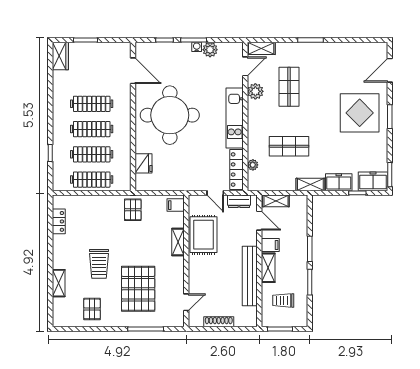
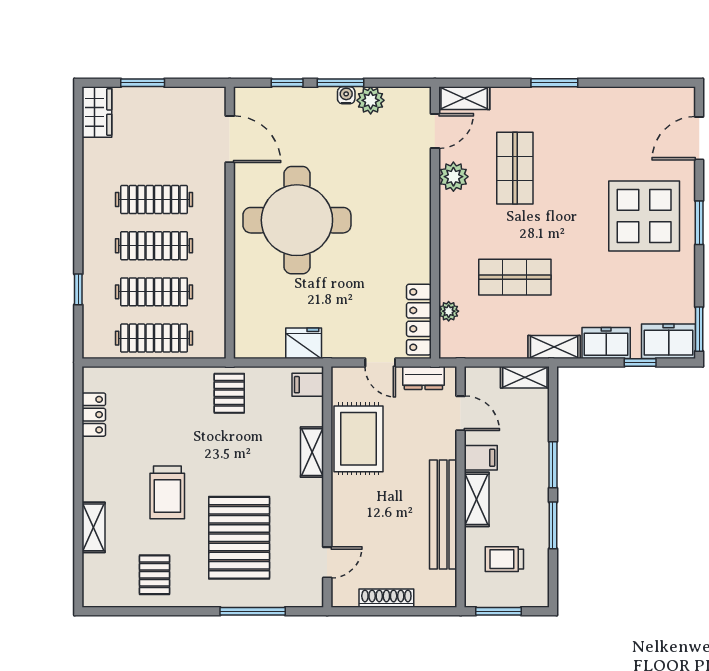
kitchen unit: (235, 118) -> (416, 226), removed
fridge: (144, 163) -> (304, 343), moved, turned -90
shelving: (276, 201) -> (525, 377), moved

